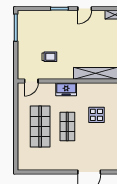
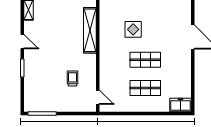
freezer: (66, 89) -> (180, 105), moved, turned -90
shop shelf: (40, 126) -> (145, 88), width x0.70, depth x0.74

